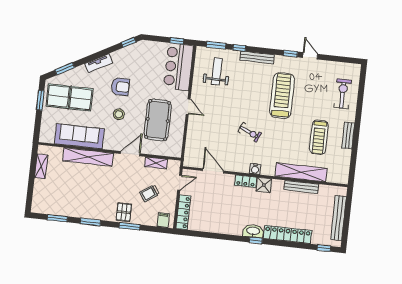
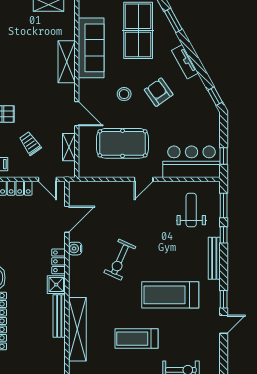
weight bench: (217, 71) -> (191, 210), turned -90
armchair: (120, 87) -> (159, 92), turned 145
treadmill: (282, 96) -> (170, 295), turned 180
exercise bike: (250, 132) -> (120, 260), width x1.38, depth x1.39
treadmill: (319, 137) -> (137, 339), moved
shelving: (88, 157) -> (67, 62), width x0.68
water cooler: (255, 169) -> (75, 249), moved
bench: (301, 187) -> (59, 316), moved

